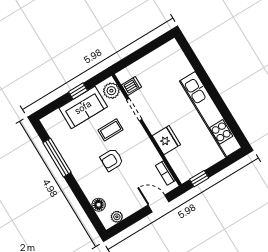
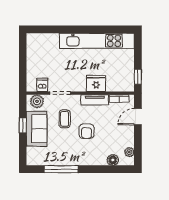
tv unit: (149, 149) -> (95, 100), added

